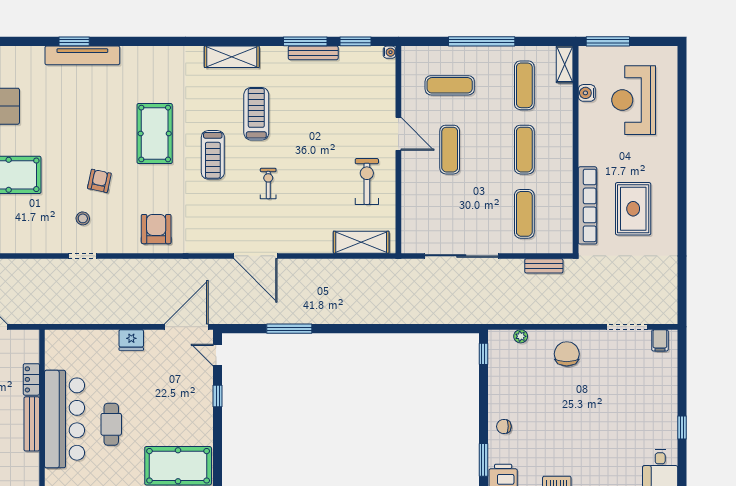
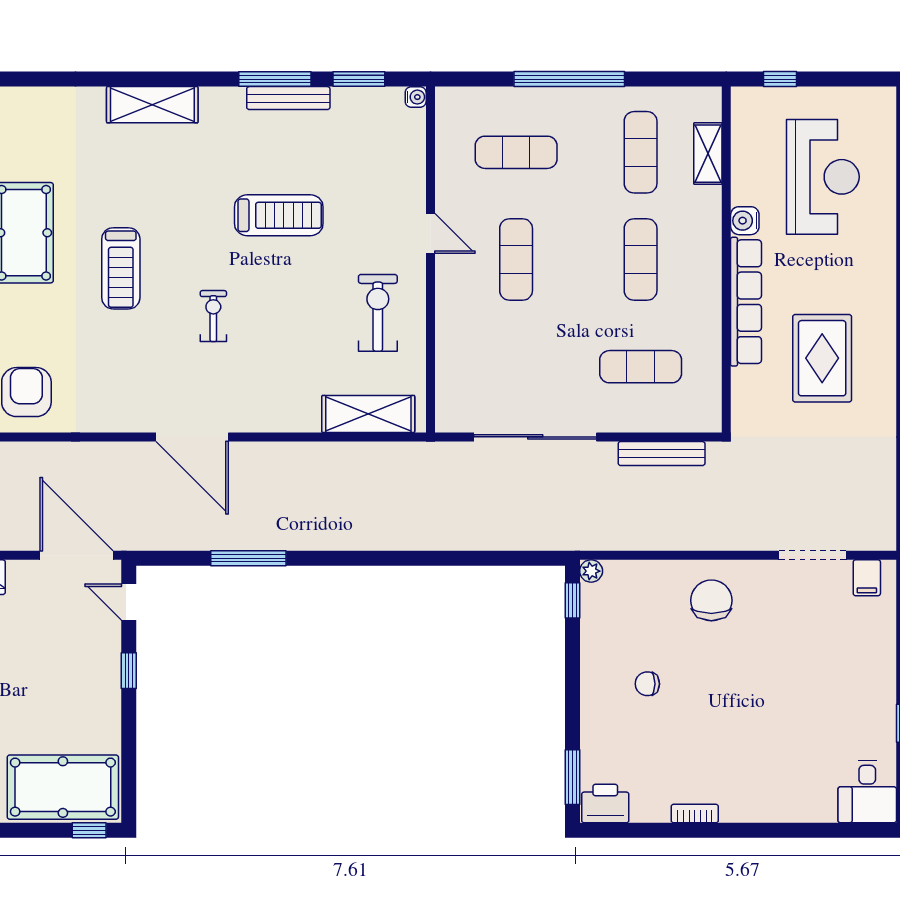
window: (608, 41) -> (780, 79), width x0.46
shelving: (565, 64) -> (708, 154), moved
water cooler: (587, 93) -> (745, 221), moved
reception desk: (634, 100) -> (823, 177), turned 180
treadmill: (256, 114) -> (279, 215), moved, turned 90
door: (398, 134) -> (430, 233), width x0.73
row of seats: (587, 205) -> (746, 302), moved
exercise mat: (524, 214) -> (641, 367), turned 90
bench: (544, 266) -> (662, 454), width x1.36
door: (186, 327) -> (76, 555), hinge flipped
plant: (521, 336) -> (591, 571), moved
chair: (504, 426) -> (647, 684), moved

